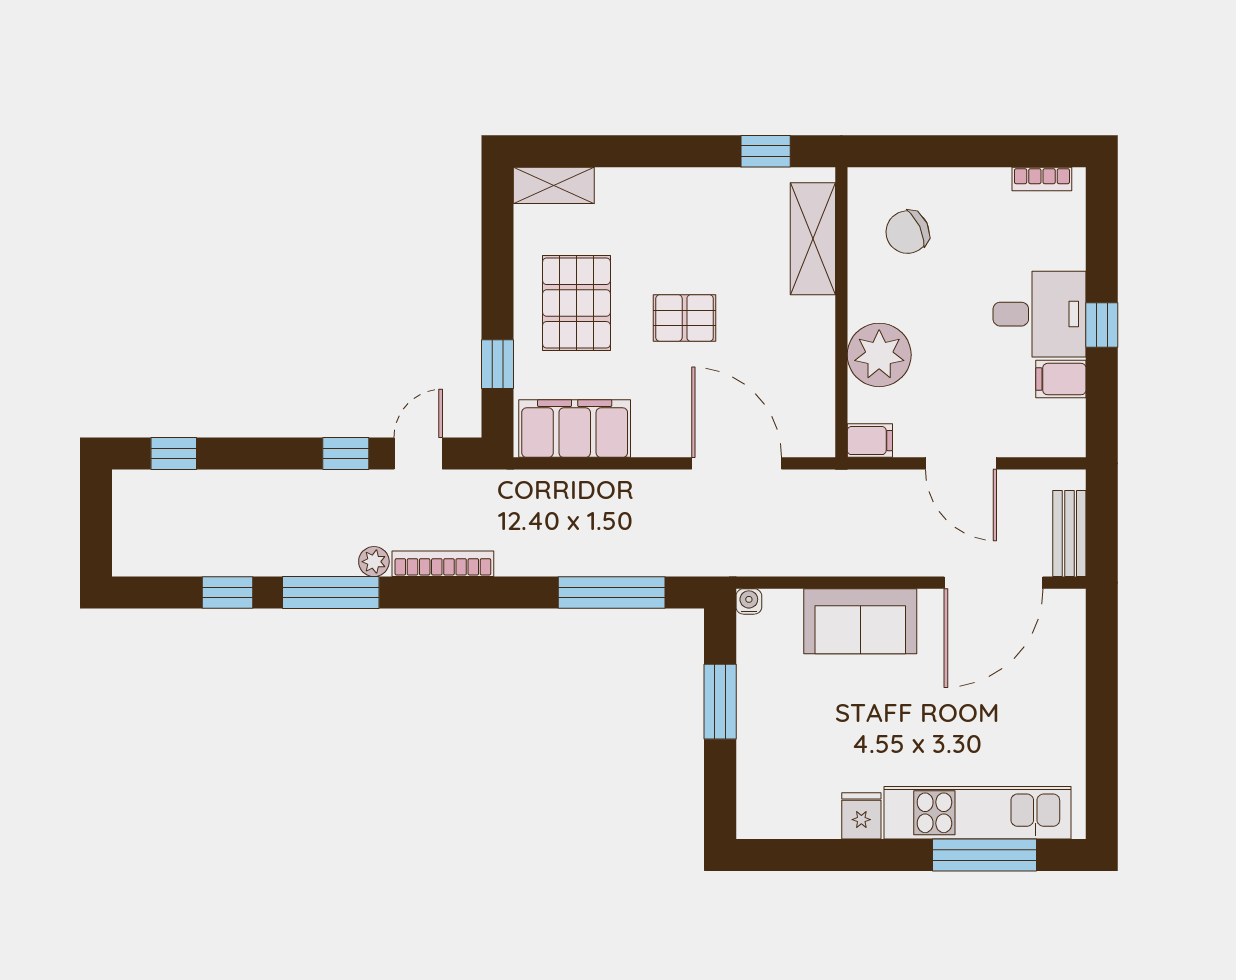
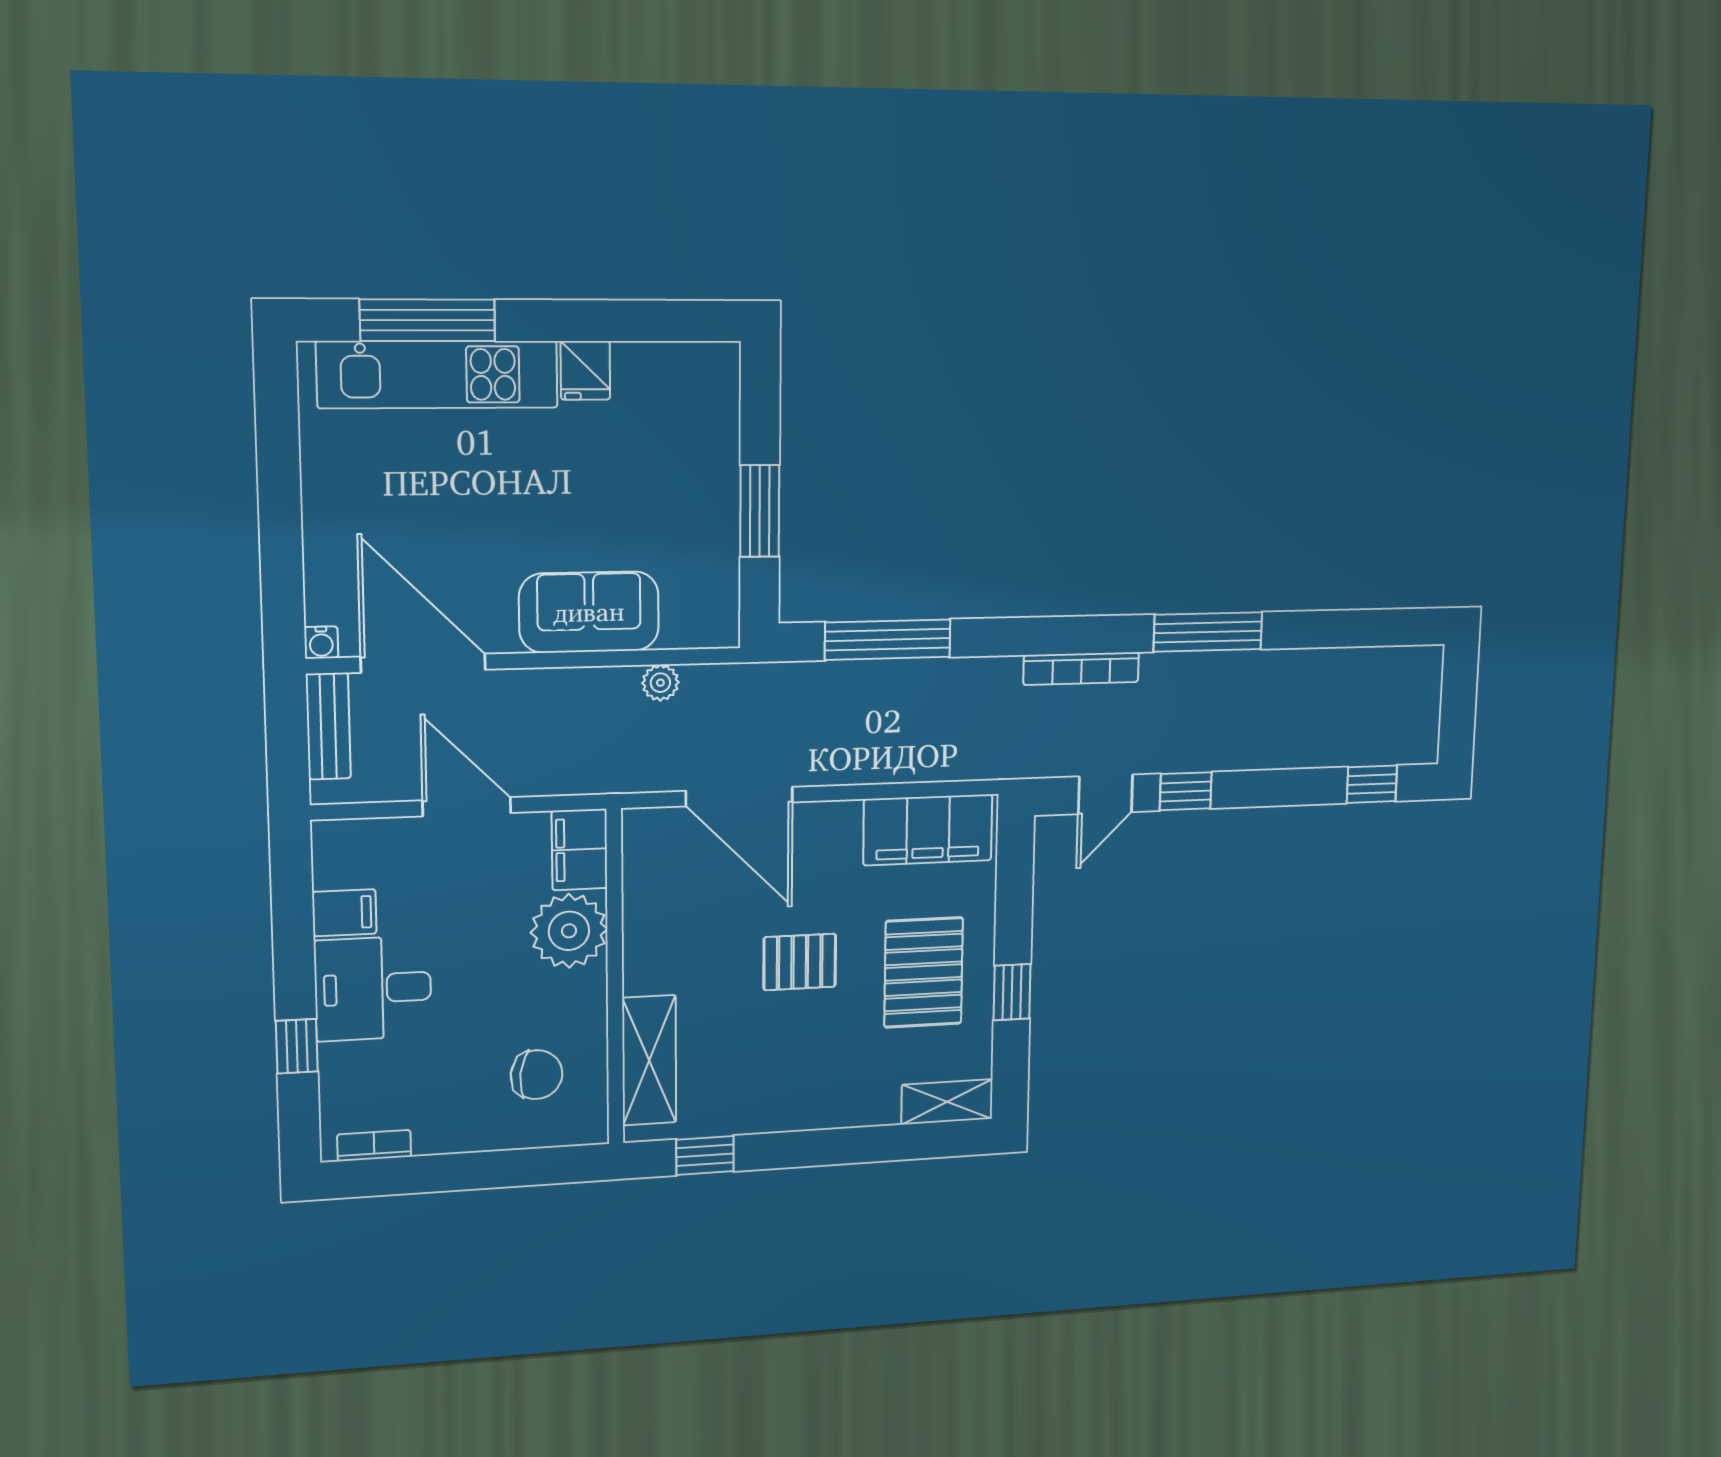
chair: (907, 232) -> (537, 1075), turned 32
window: (1102, 325) -> (297, 1046), moved
window: (497, 364) -> (1012, 992), moved
filing cabinet: (870, 441) -> (579, 850), width x2.00
plant: (374, 562) -> (660, 683), moved
door: (994, 583) -> (423, 663), hinge flipped
window: (227, 593) -> (1321, 629), removed
water cooler: (749, 601) -> (321, 642), moved

